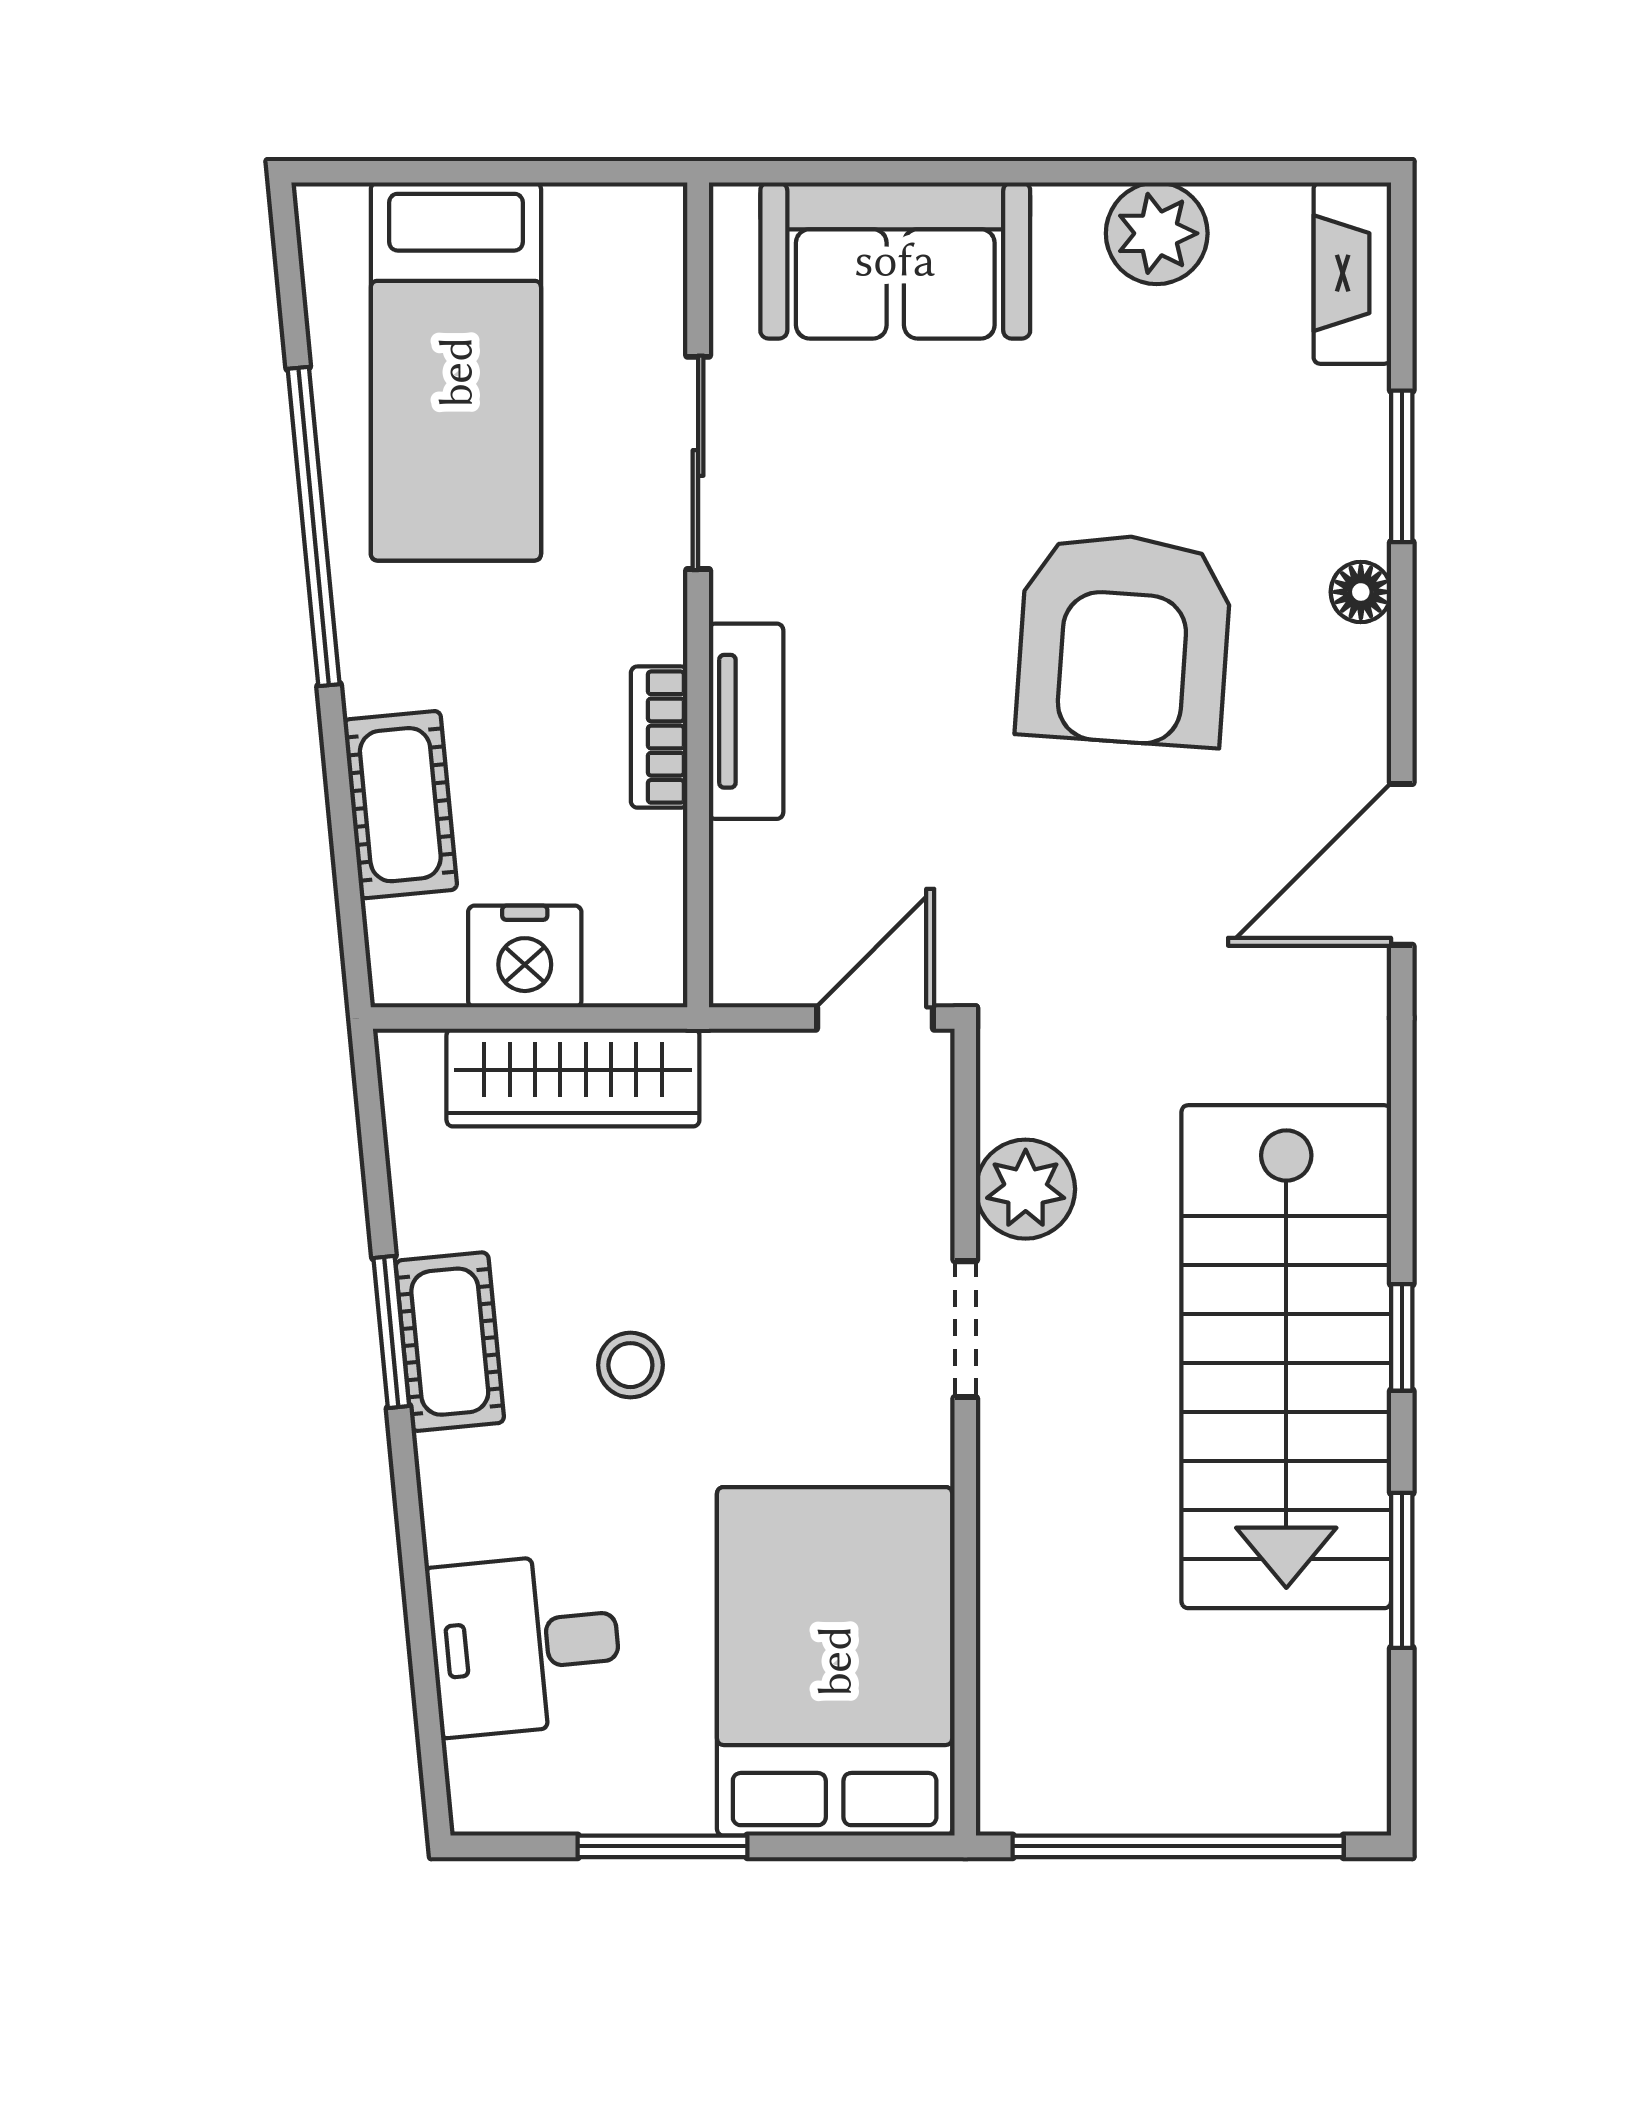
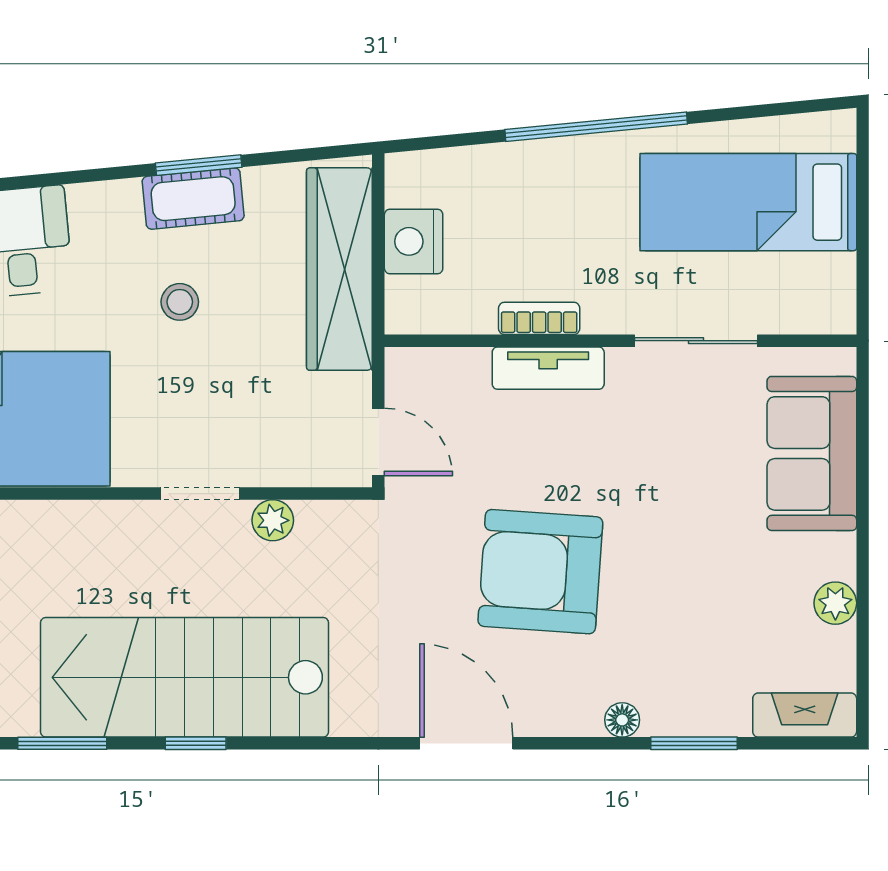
plant: (1157, 233) -> (835, 603), width x0.73, depth x0.73
window: (314, 526) -> (596, 127), moved
armchair: (1124, 639) -> (540, 572), moved
cot: (400, 805) -> (500, 170), removed
wardrobe: (573, 1078) -> (339, 269), width x1.40, depth x1.17
plant: (1026, 1189) -> (273, 520), width x0.73, depth x0.73

